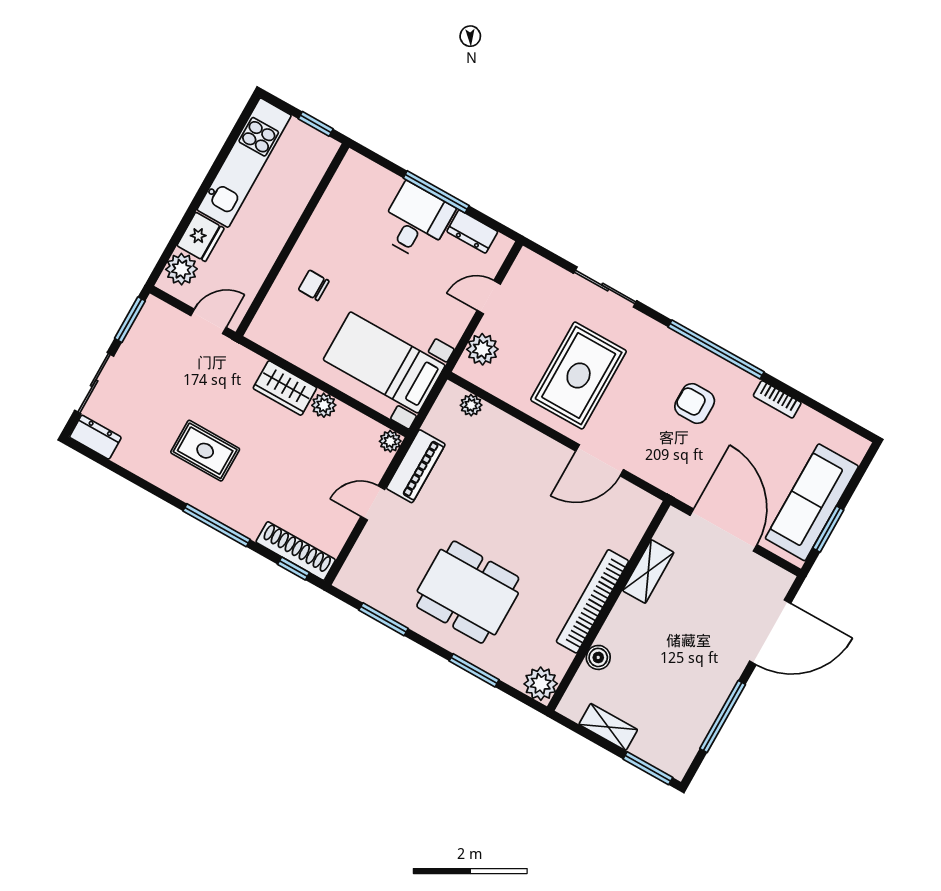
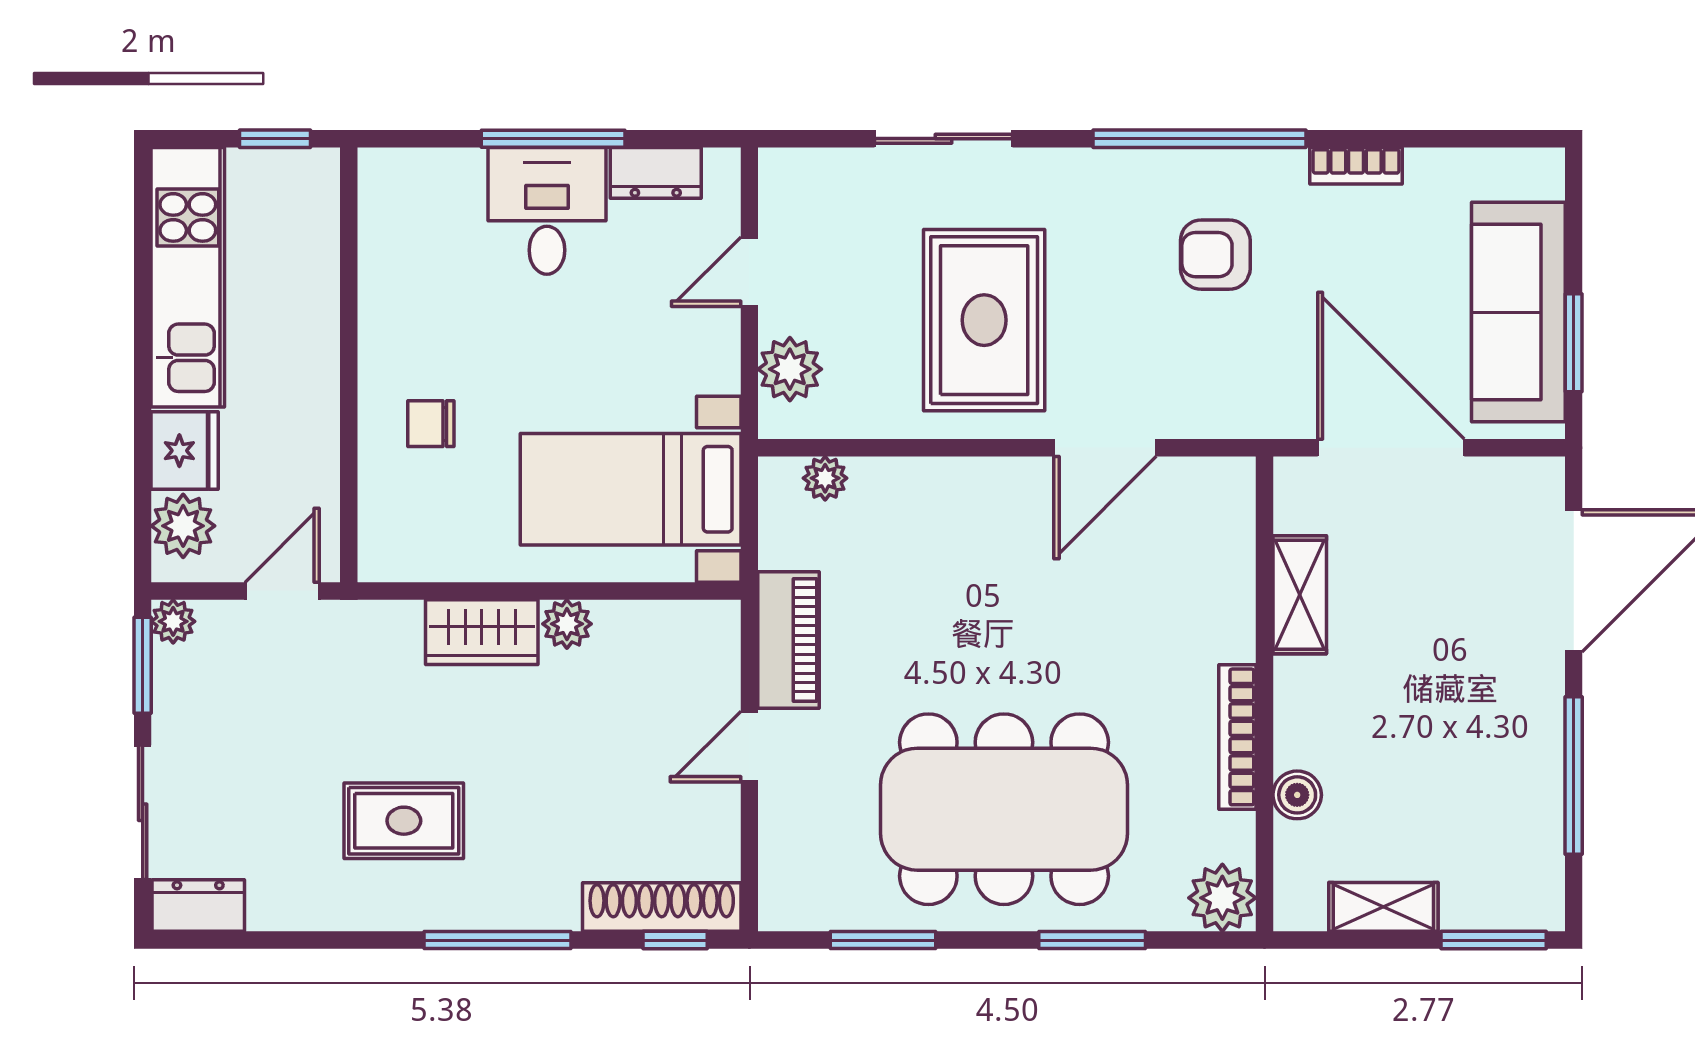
plant: (390, 441) -> (173, 621), moved
dining table: (468, 592) -> (1004, 809), width x1.36, depth x1.24
bookcase: (592, 601) -> (1237, 737), width x0.68, depth x0.76

